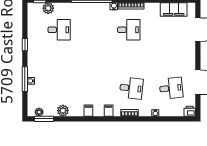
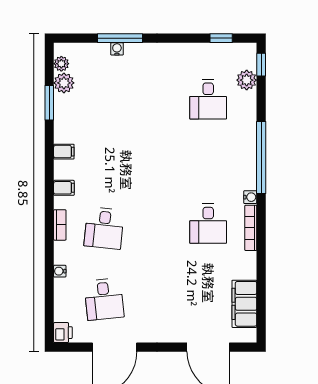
window: (25, 45) -> (221, 38), moved
plant: (63, 111) -> (64, 83), moved
window: (44, 119) -> (49, 103), moved

